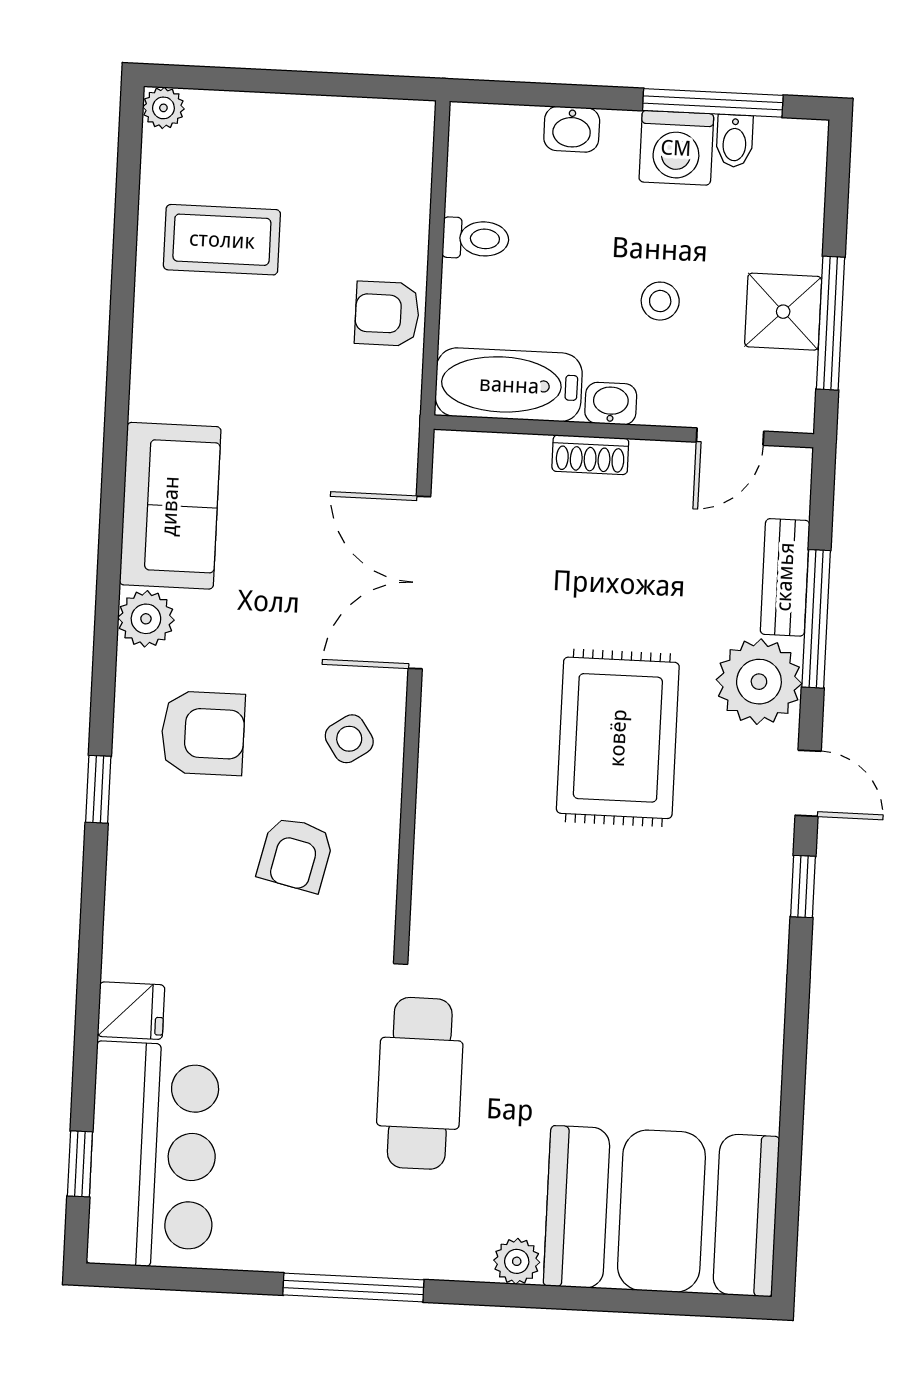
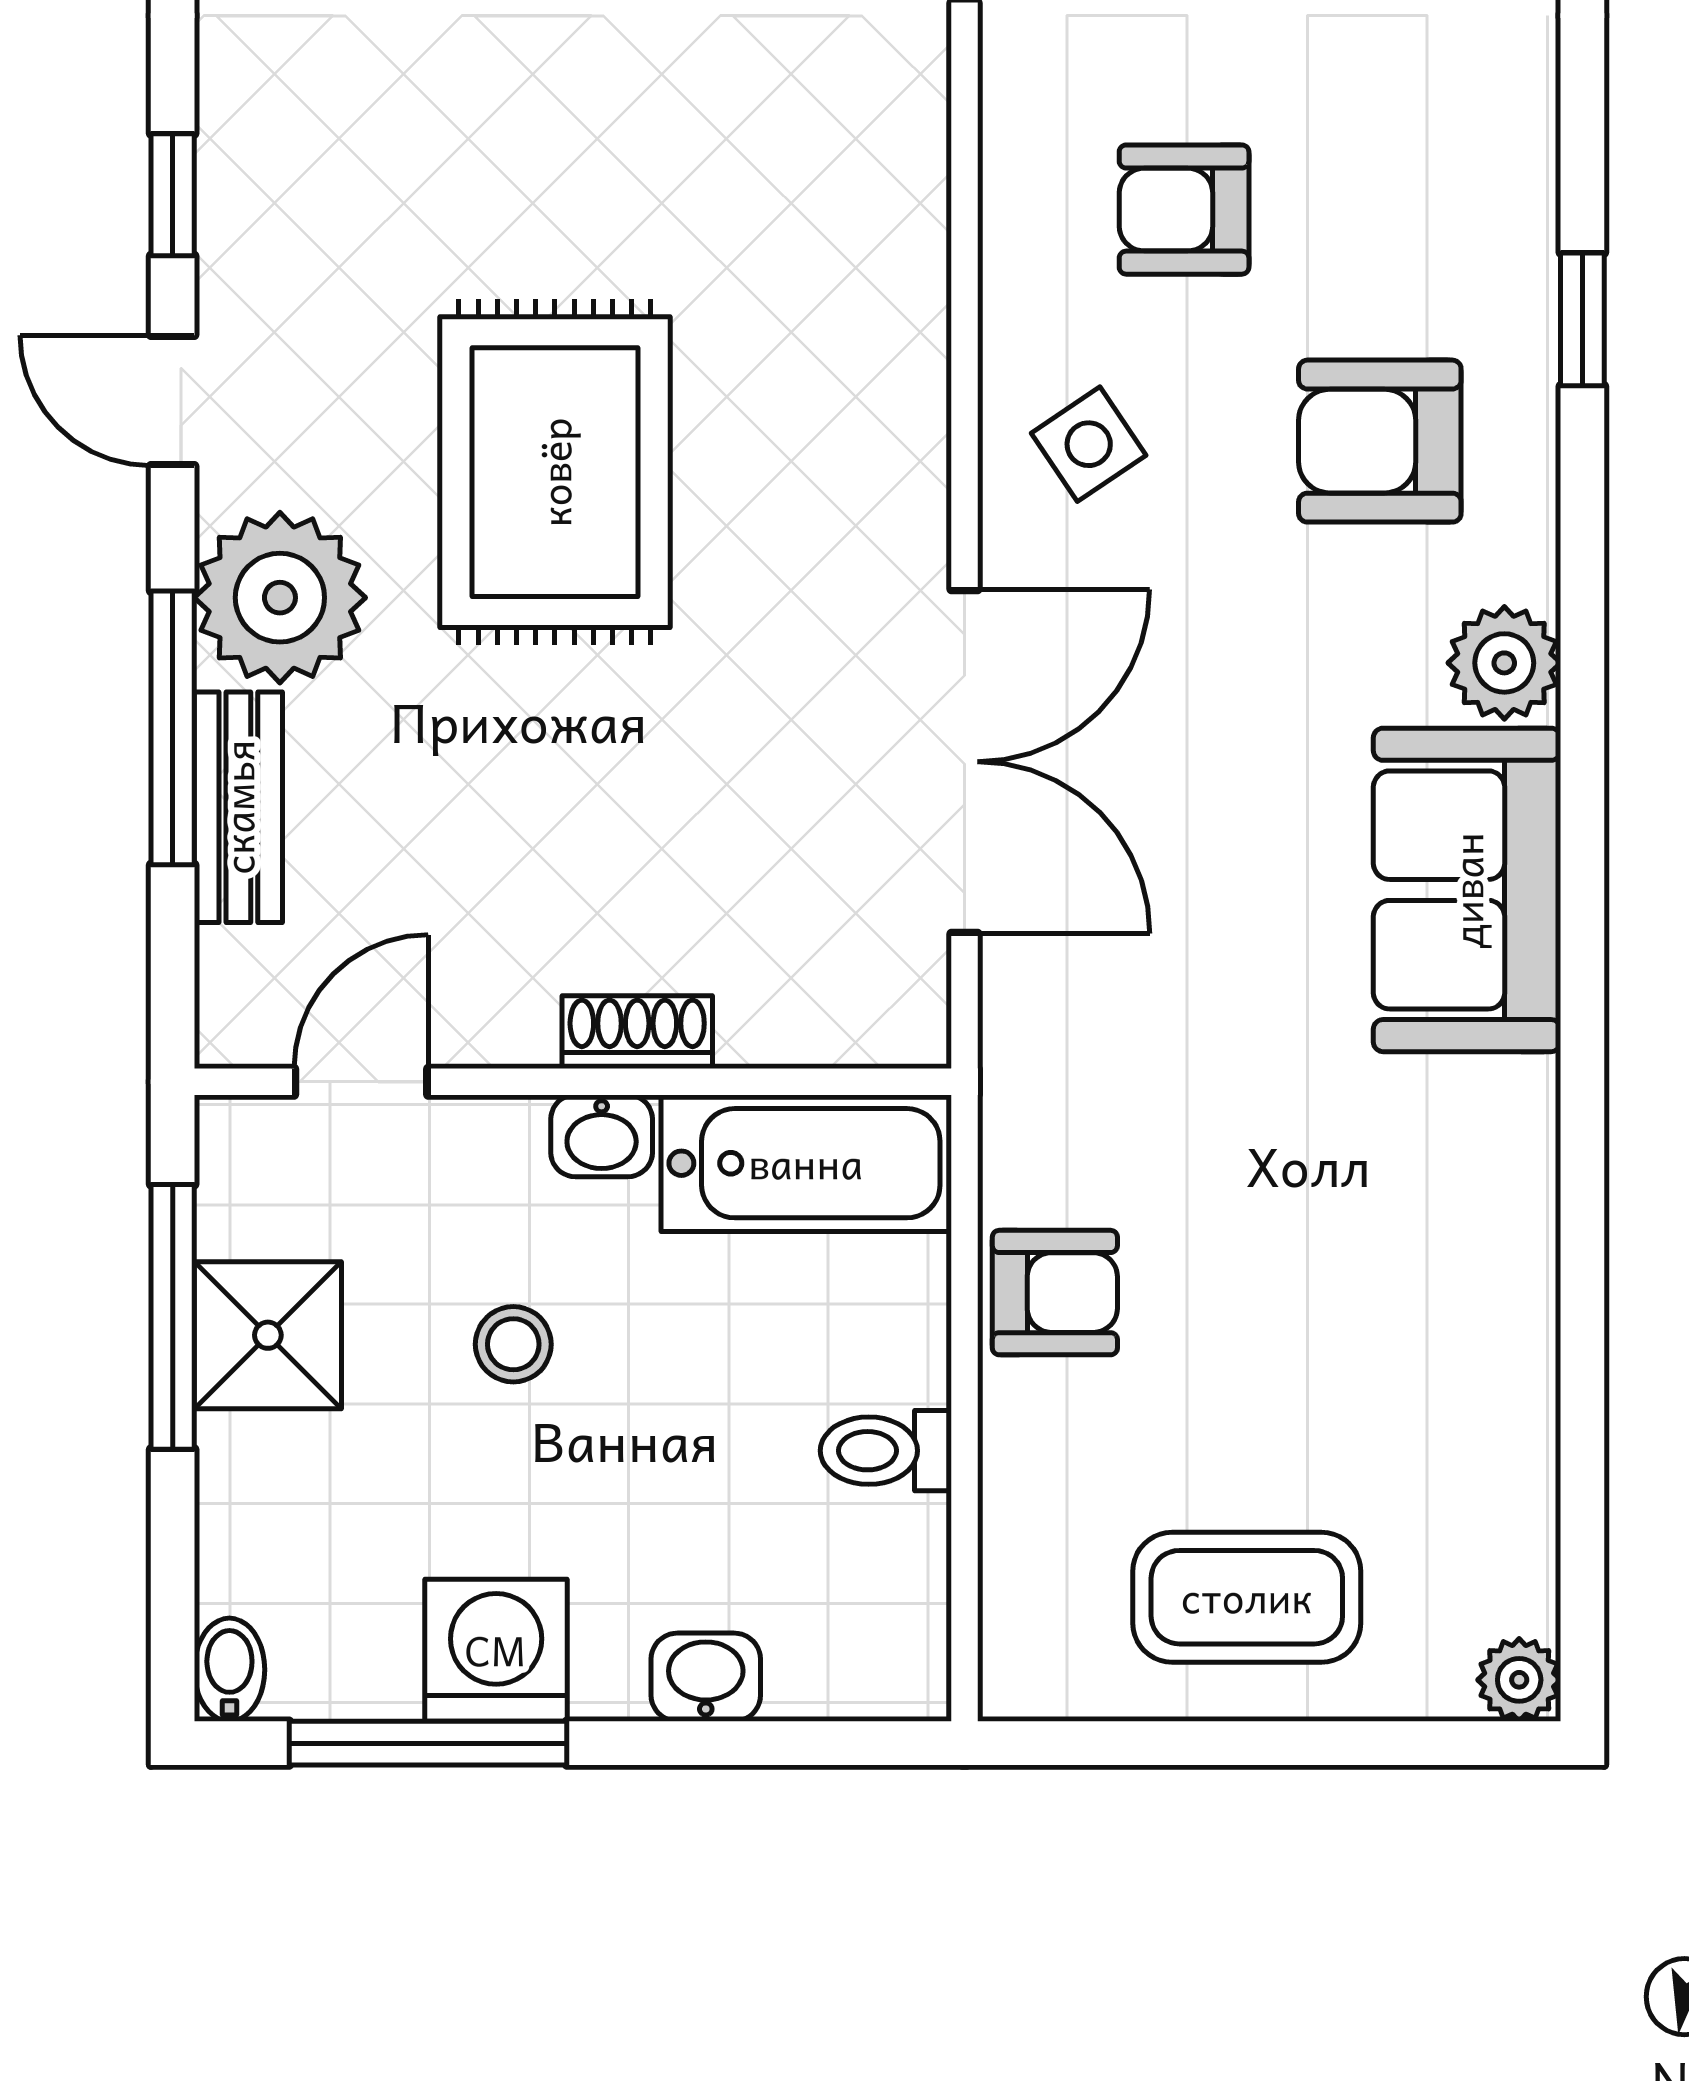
bidet: (735, 141) -> (229, 1670), moved
coffee table: (222, 240) -> (1247, 1597), moved
armchair: (296, 854) -> (1184, 210), turned -103

